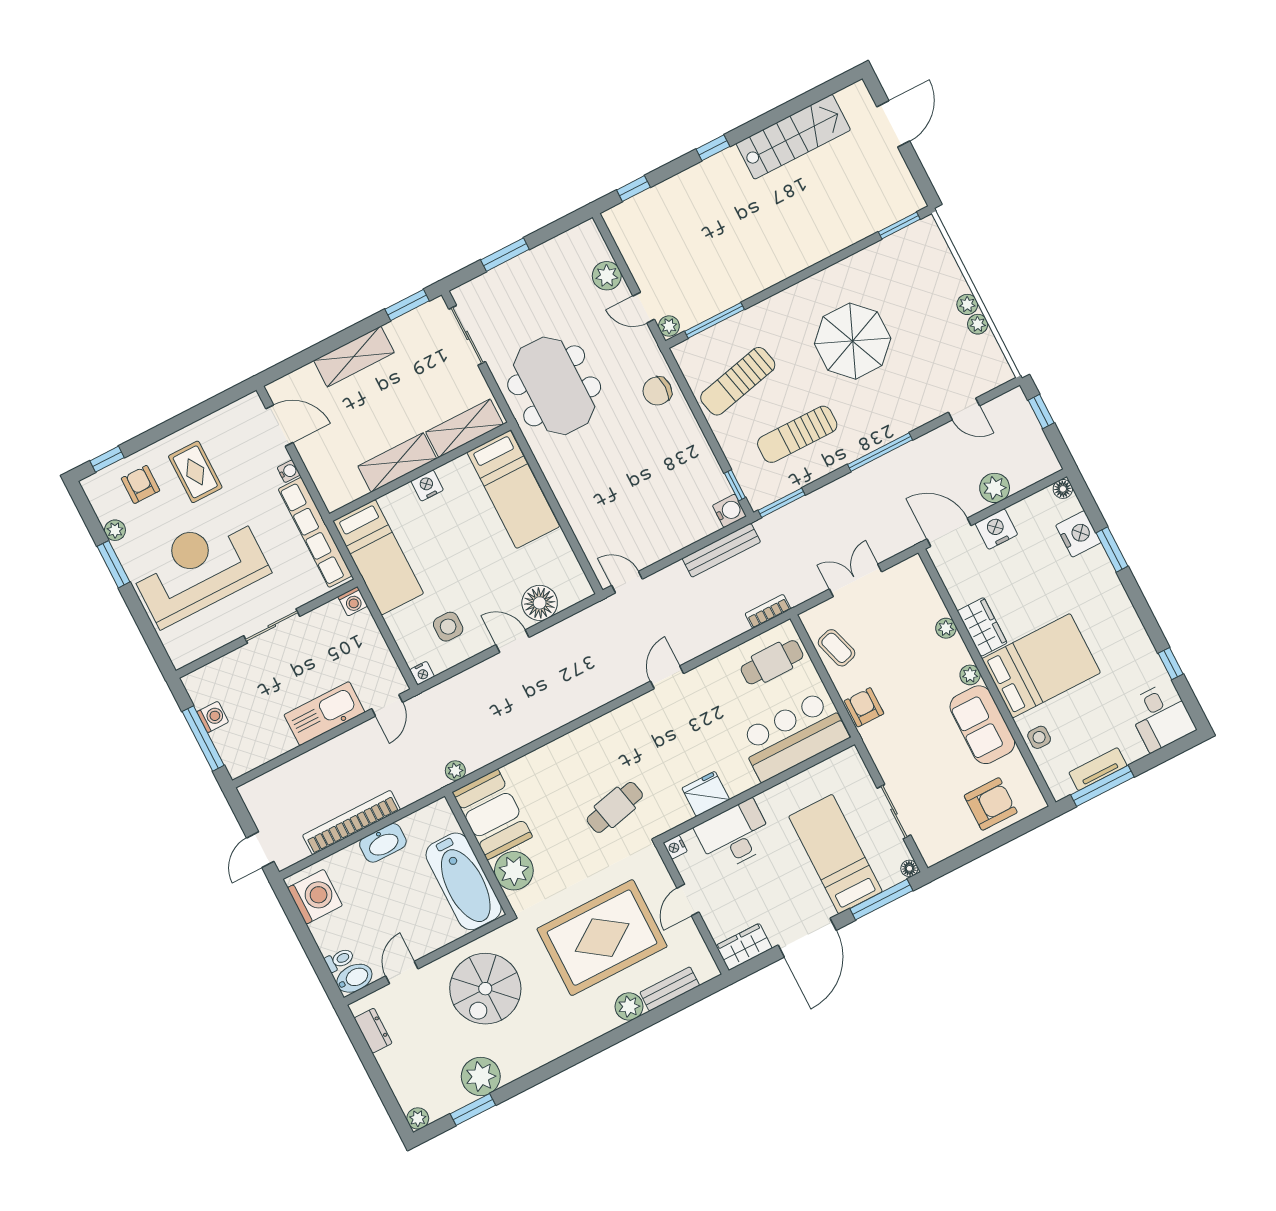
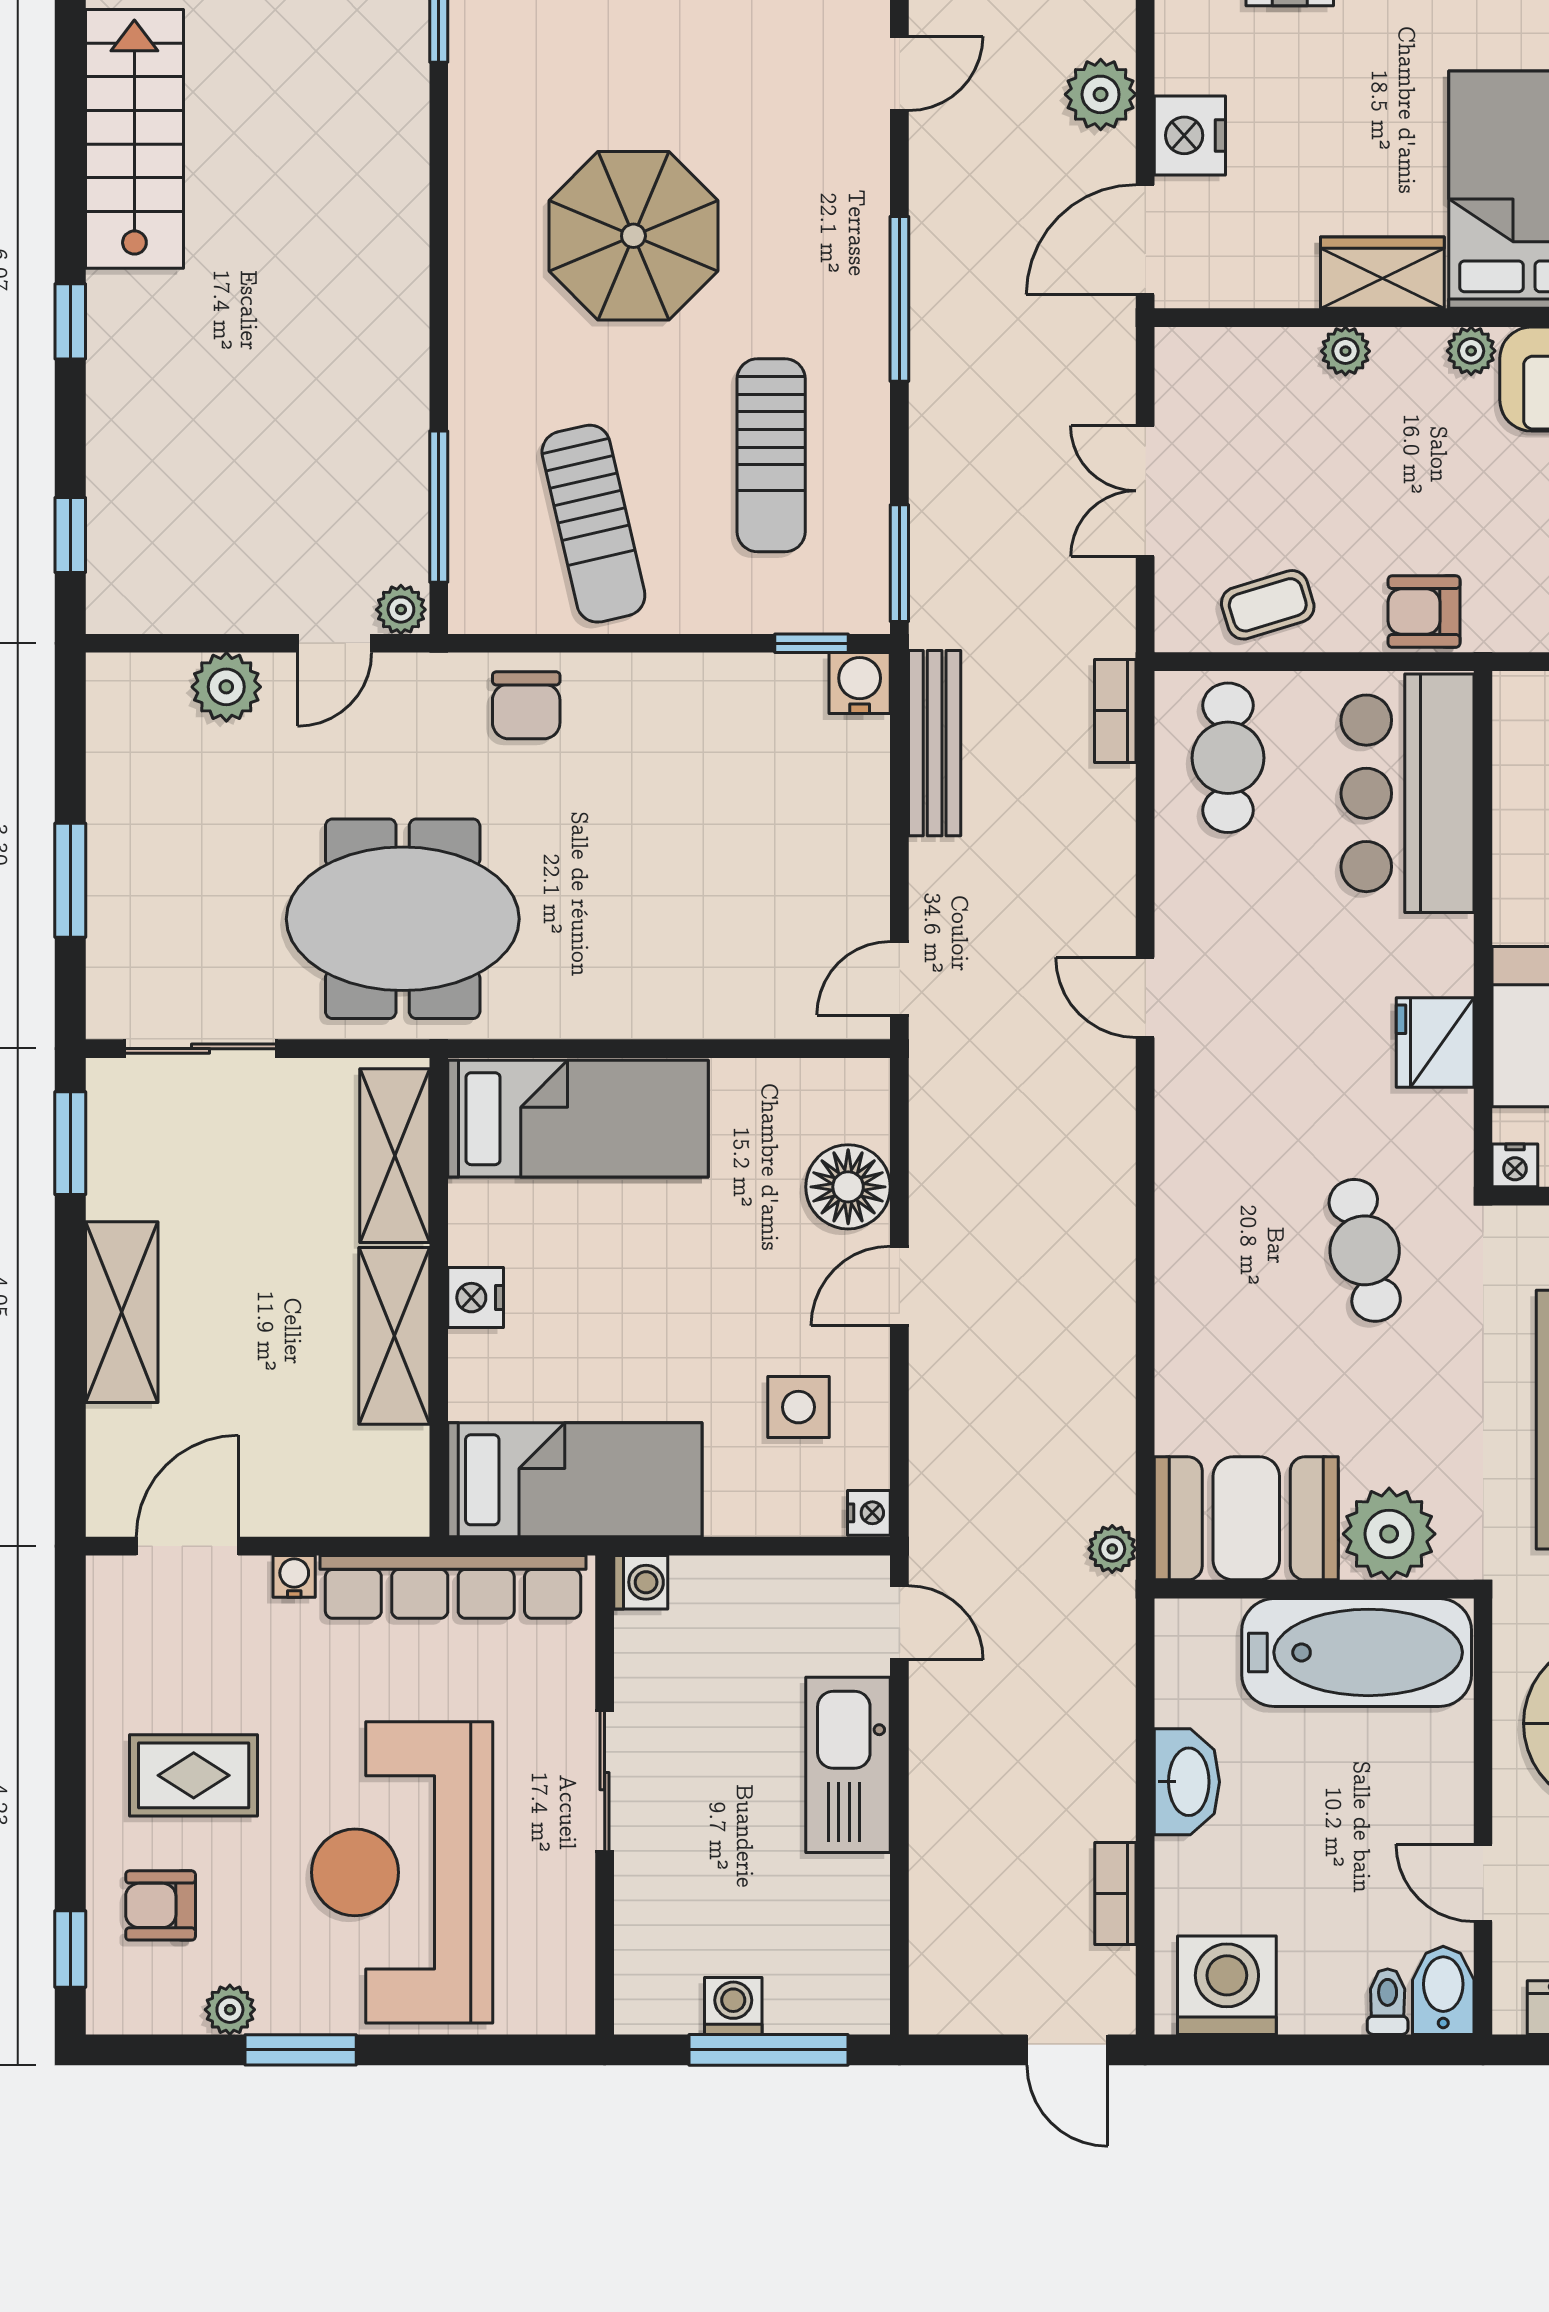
bookcase: (351, 822) -> (1115, 1893), width x0.43, depth x0.76

